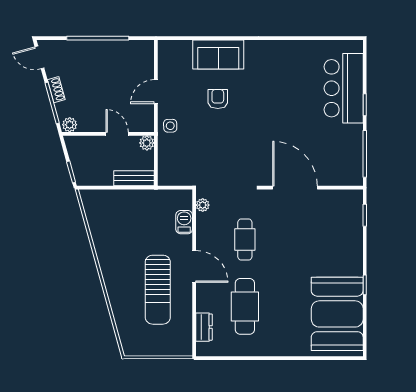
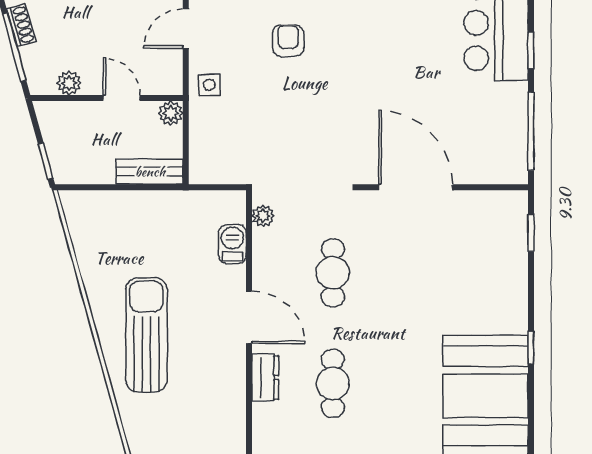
plant: (70, 125) -> (69, 83), moved
sun lounger: (158, 290) -> (146, 335), moved, turned 180
cafe table: (245, 306) -> (333, 383), width x0.73, depth x0.74
dresser: (204, 327) -> (265, 378), moved

